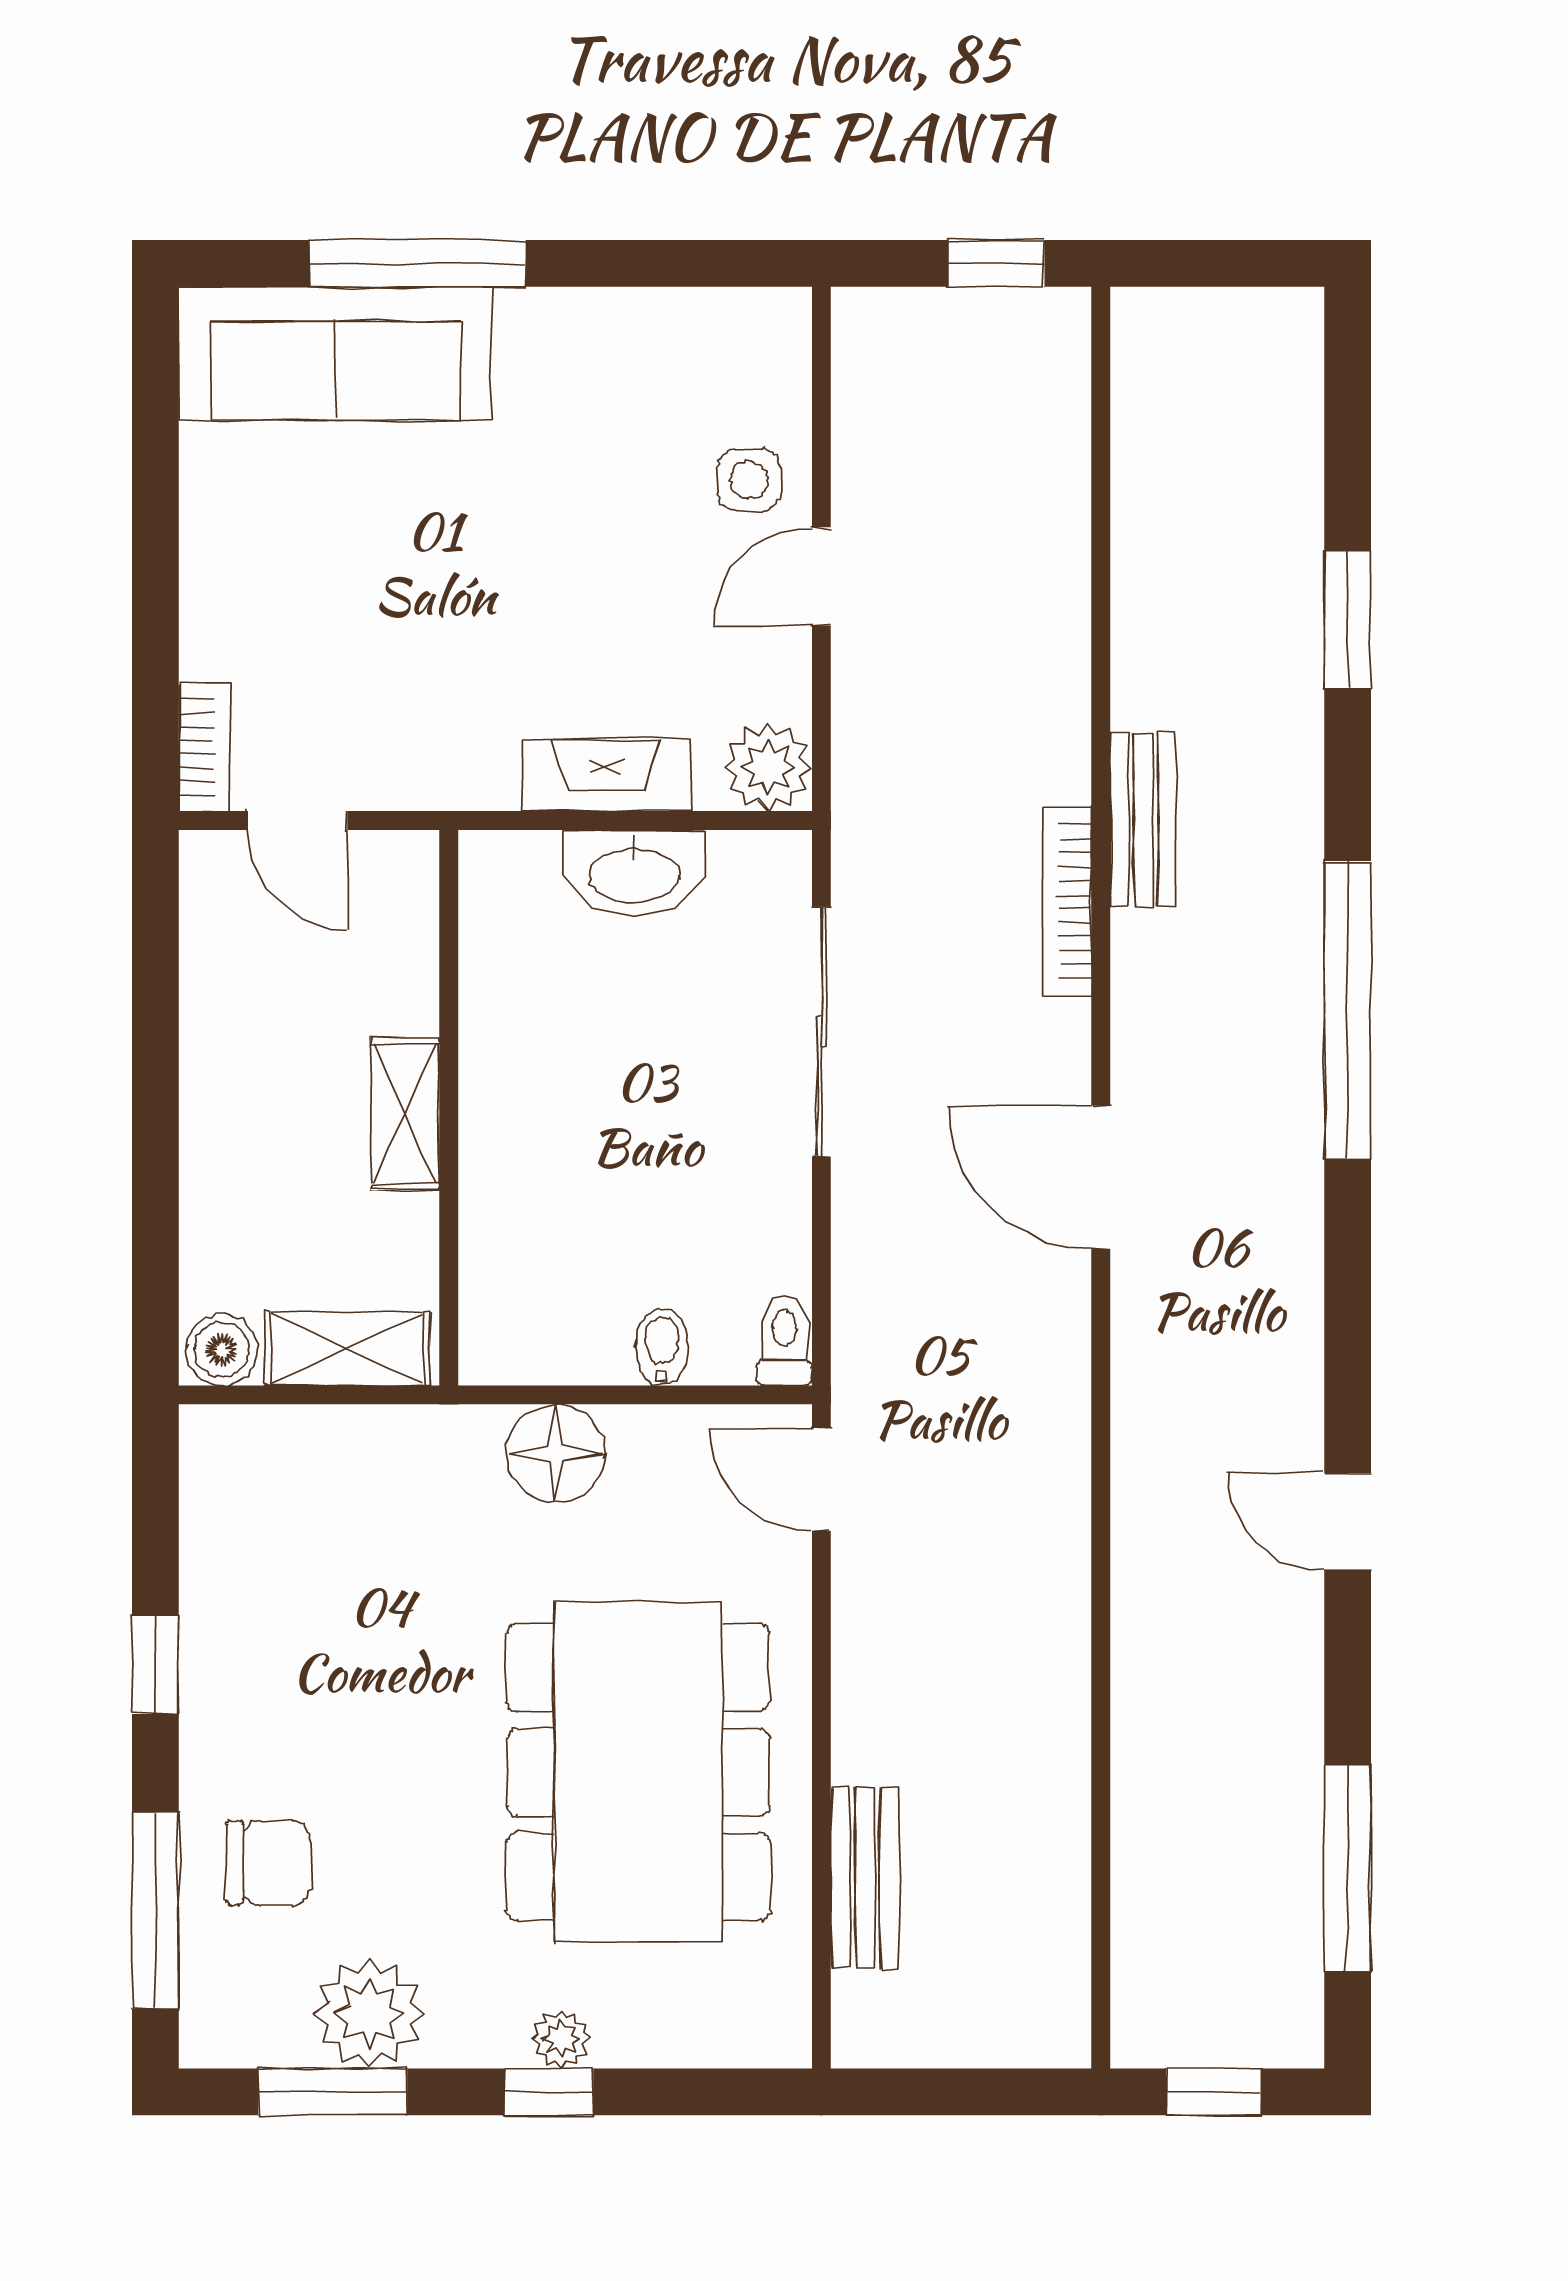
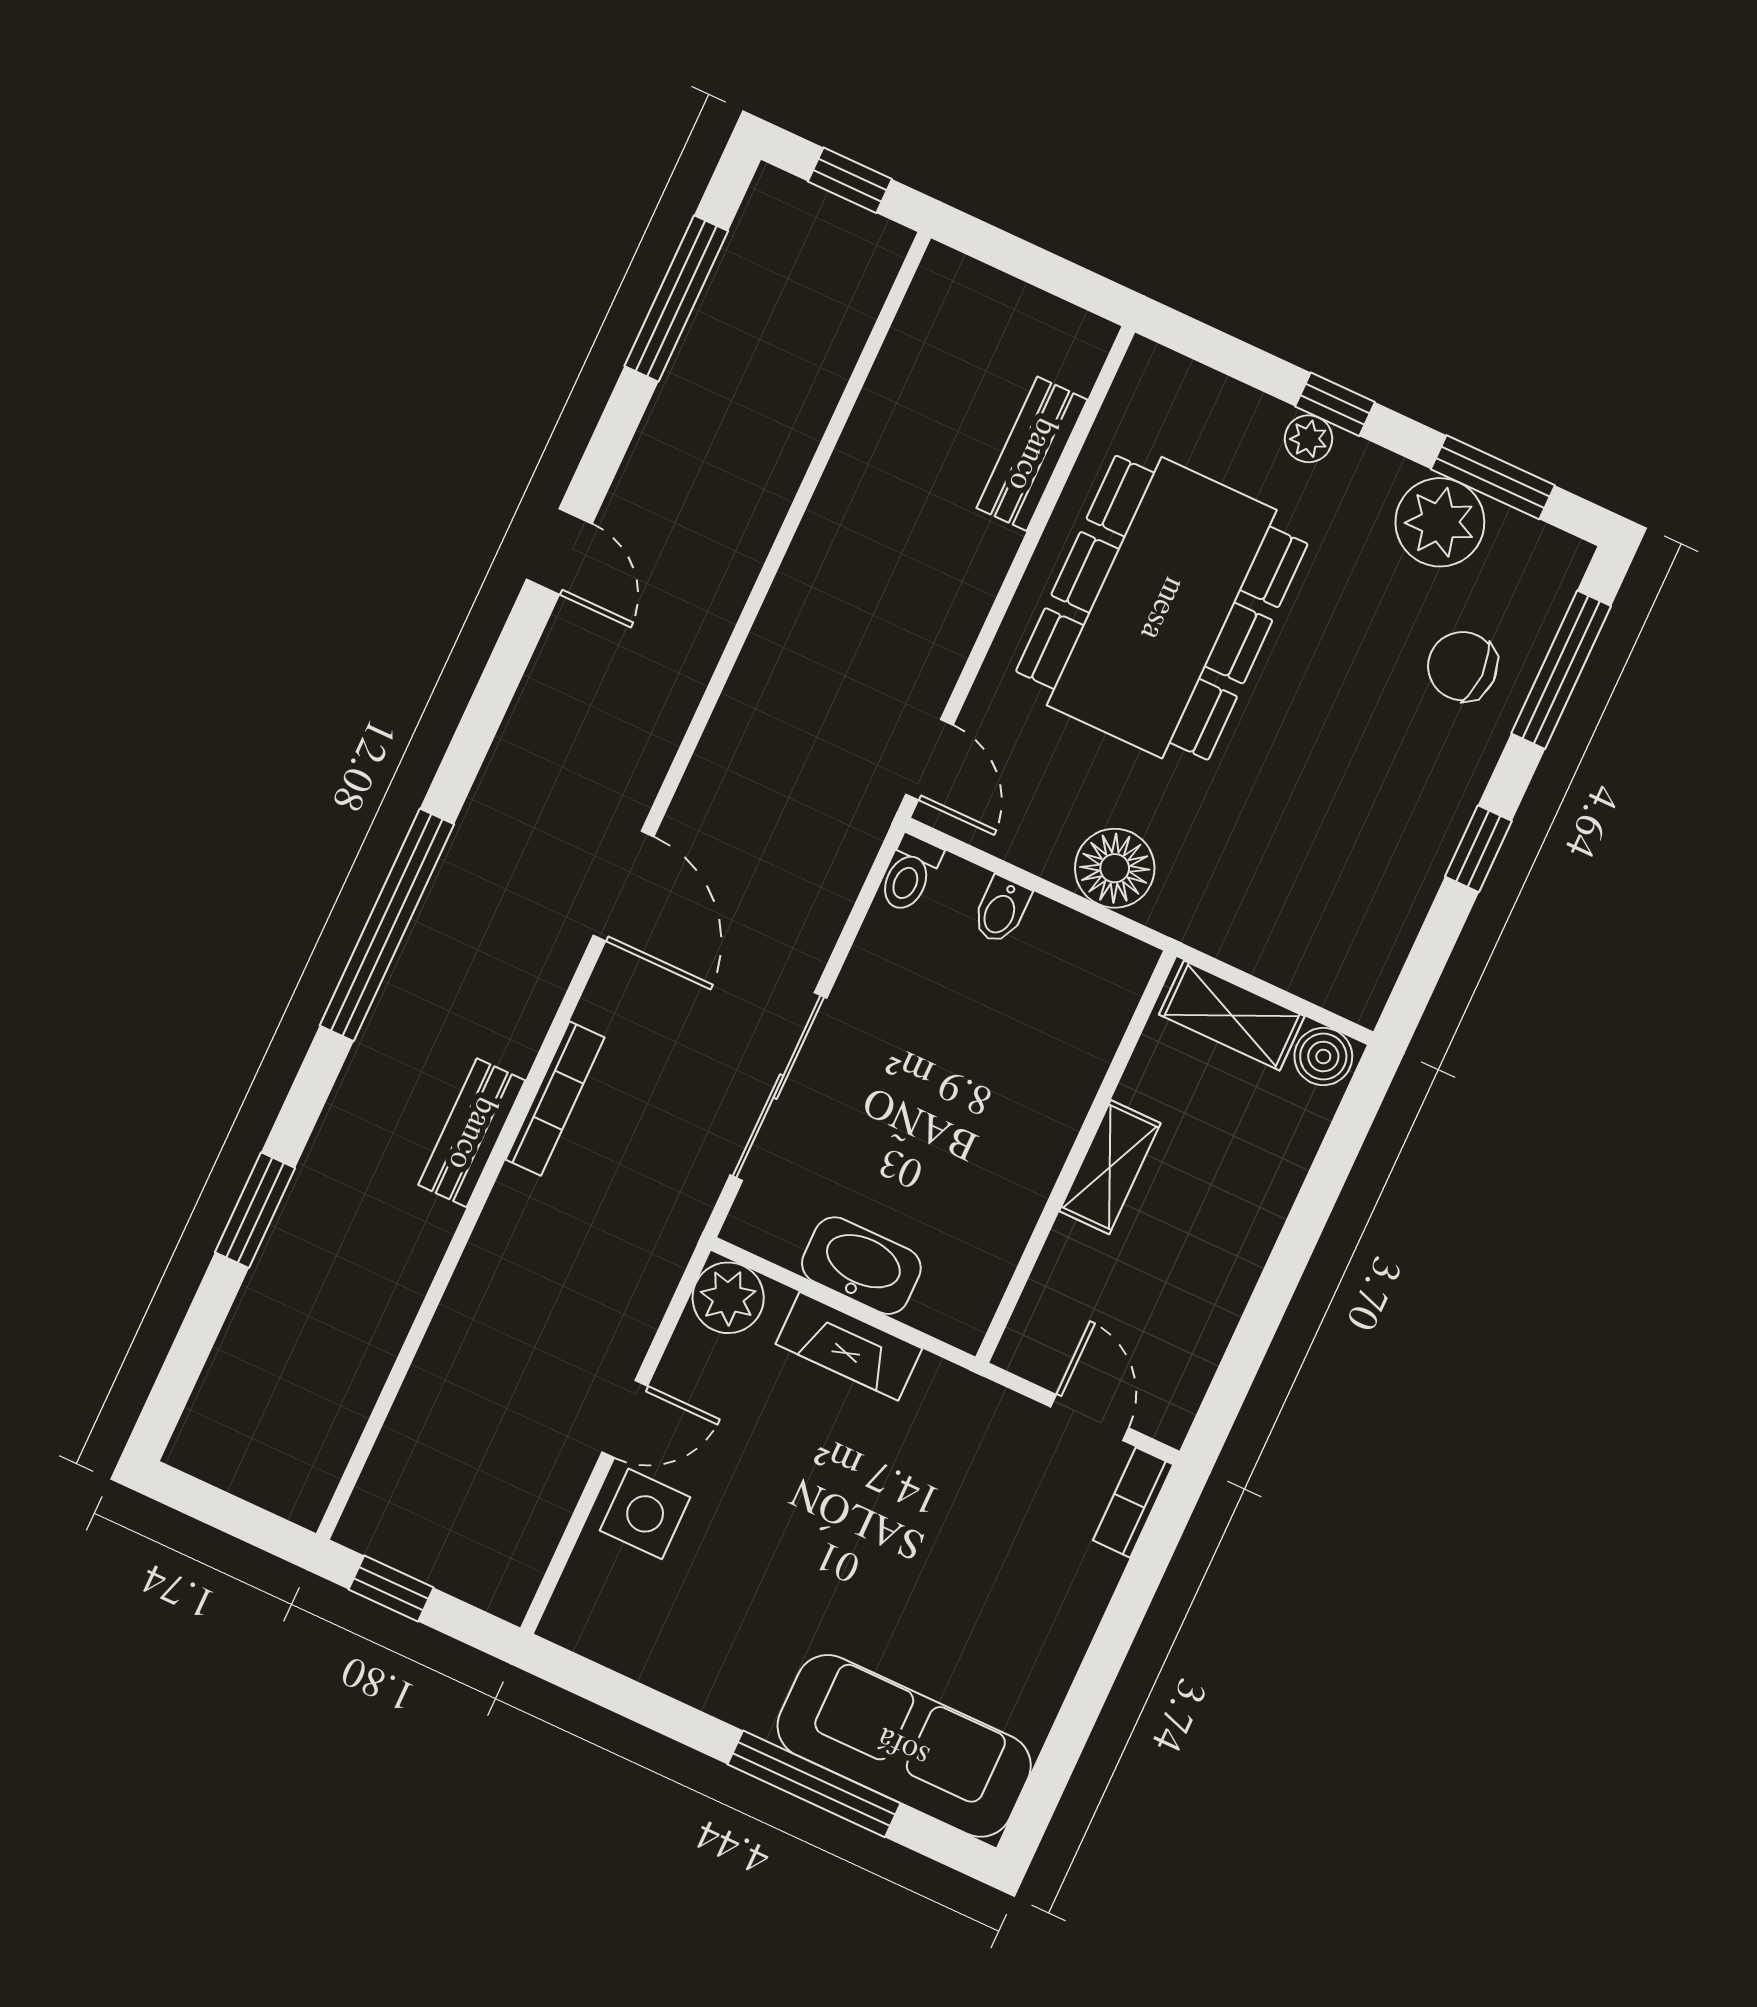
side table: (749, 480) -> (645, 1514), width x1.37, depth x1.37

